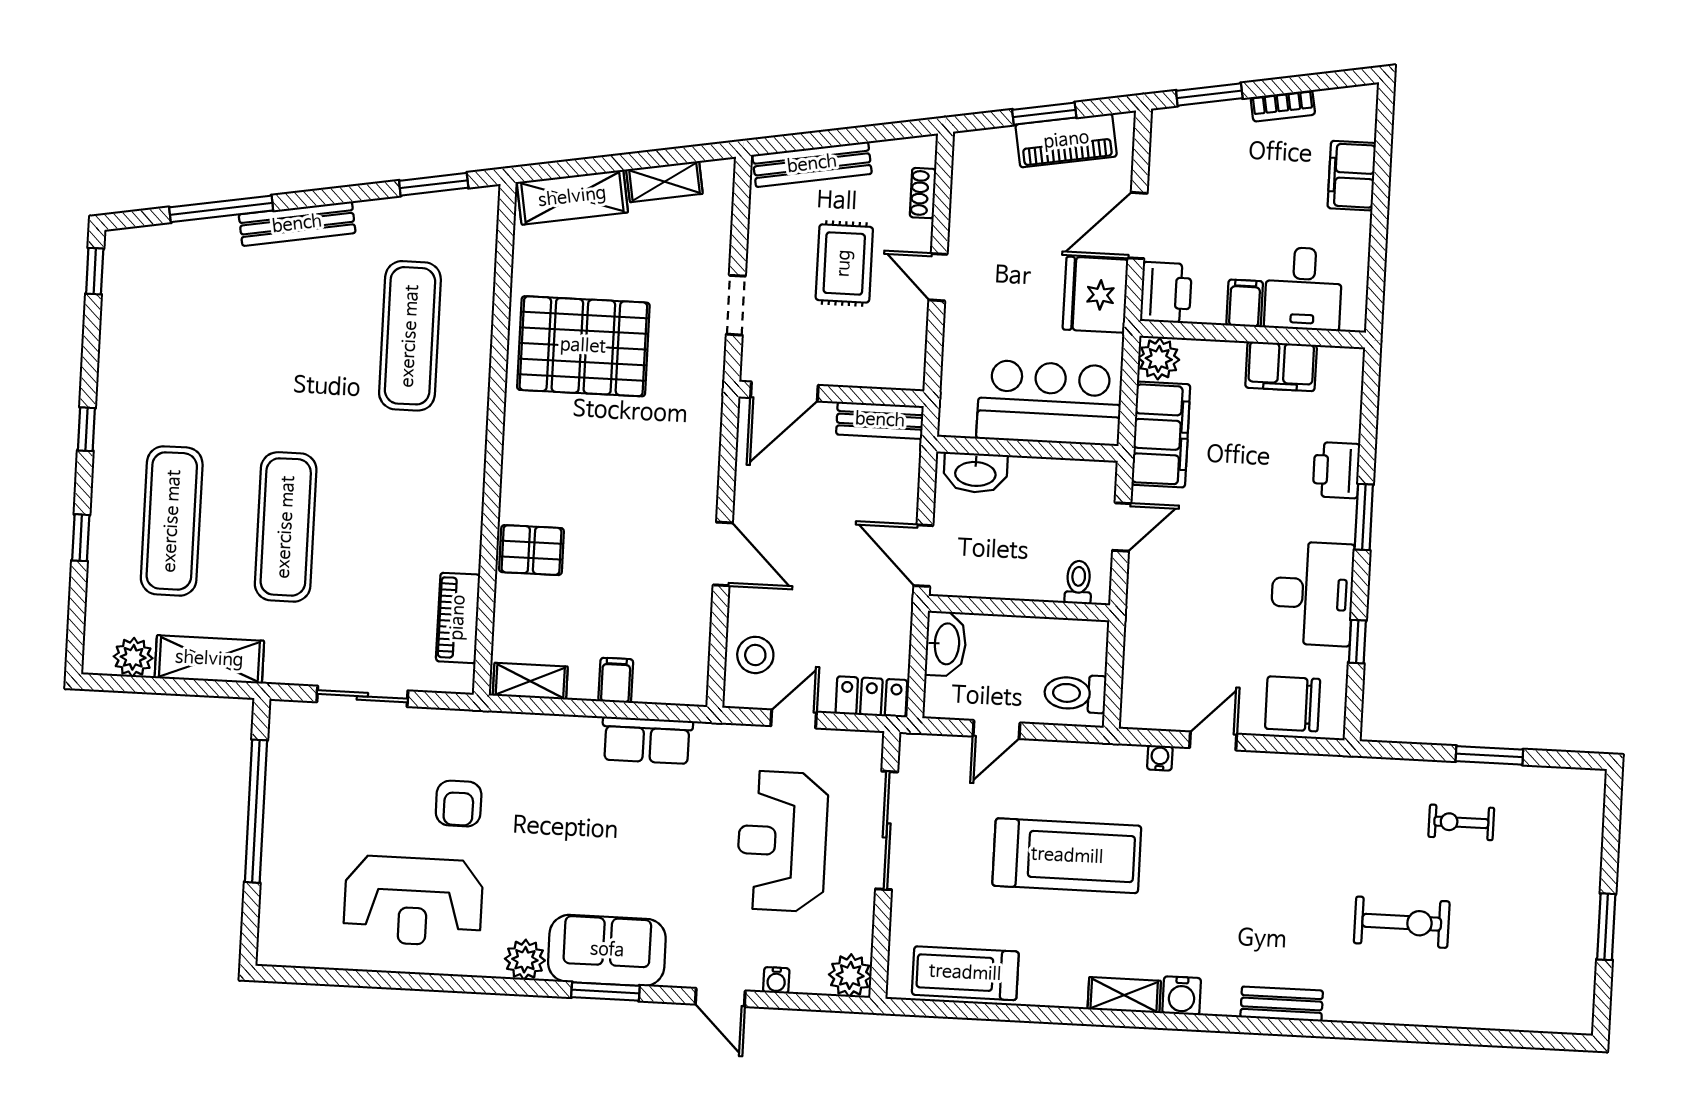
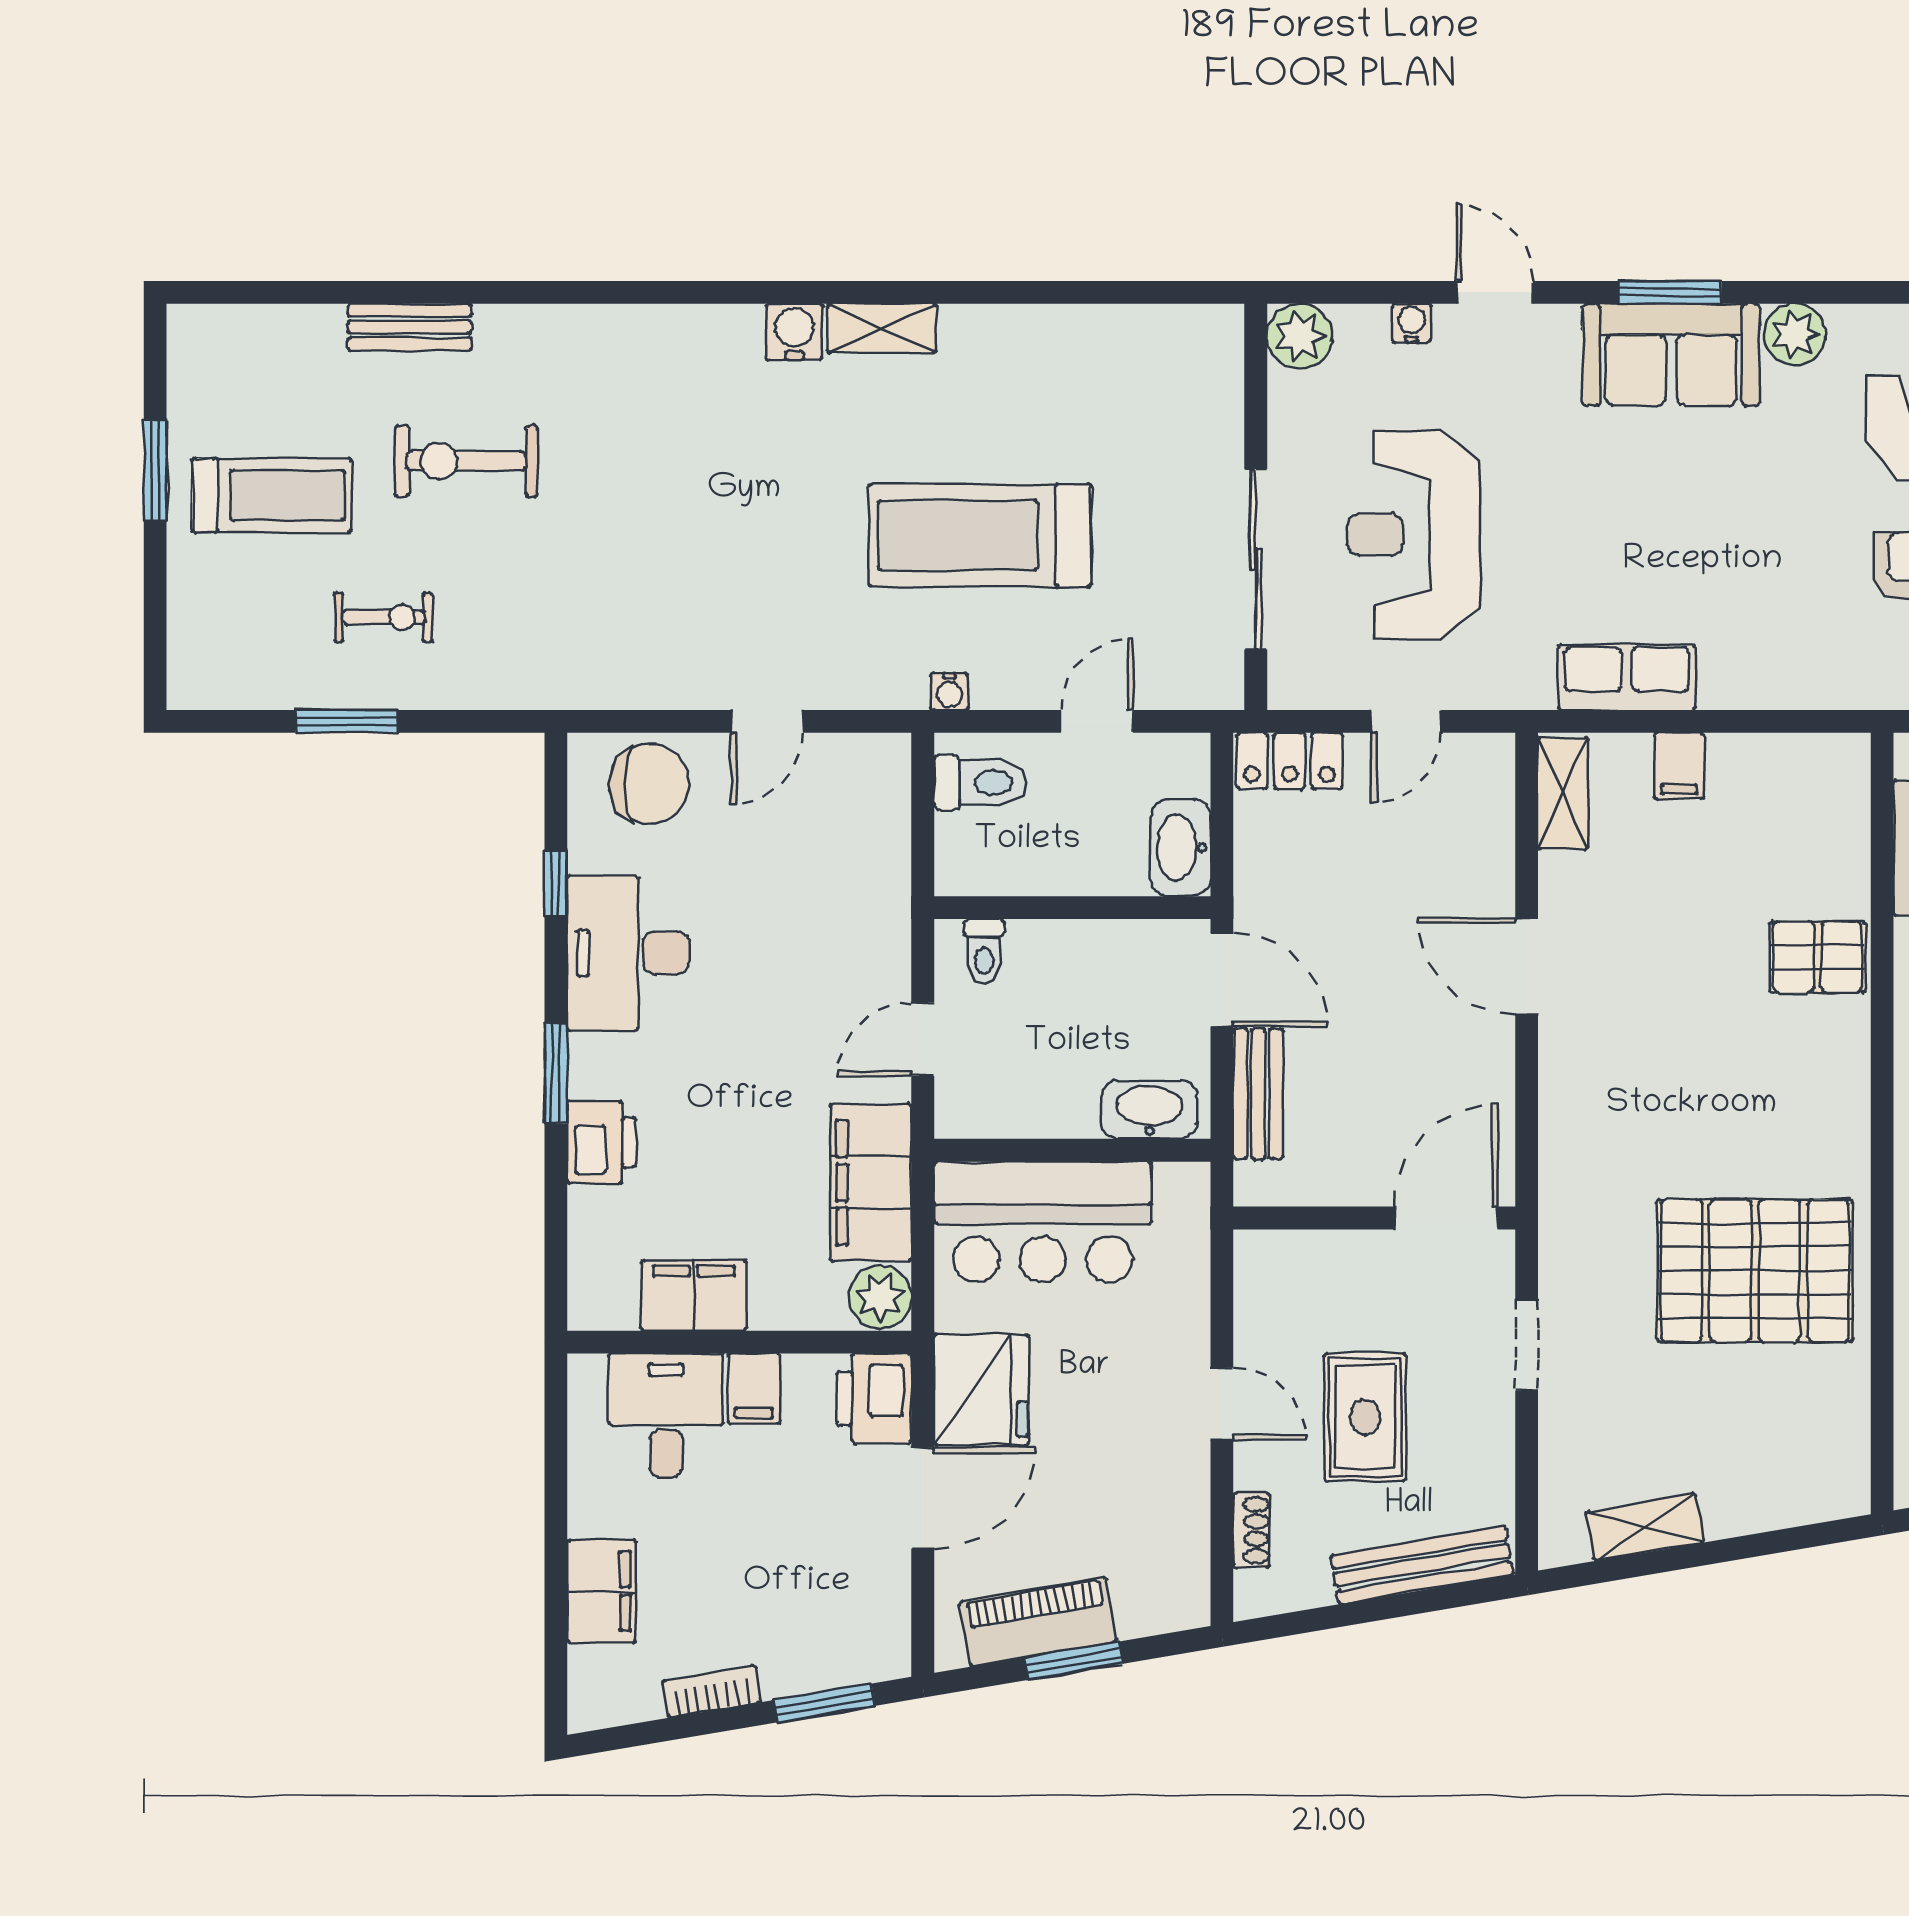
shelving: (572, 197) -> (1783, 1496), removed
bench: (880, 420) -> (1258, 1094), moved, turned 90
stool: (755, 655) -> (1469, 815), removed
shelving: (530, 681) -> (1563, 793), moved, turned 90
water cooler: (1160, 758) -> (949, 691), moved
reception desk: (782, 841) -> (1414, 535), turned 180
treadmill: (965, 973) -> (272, 495), moved
bench: (1282, 1004) -> (410, 327), moved

